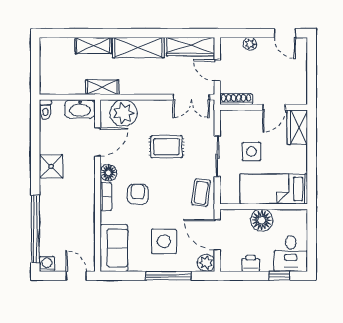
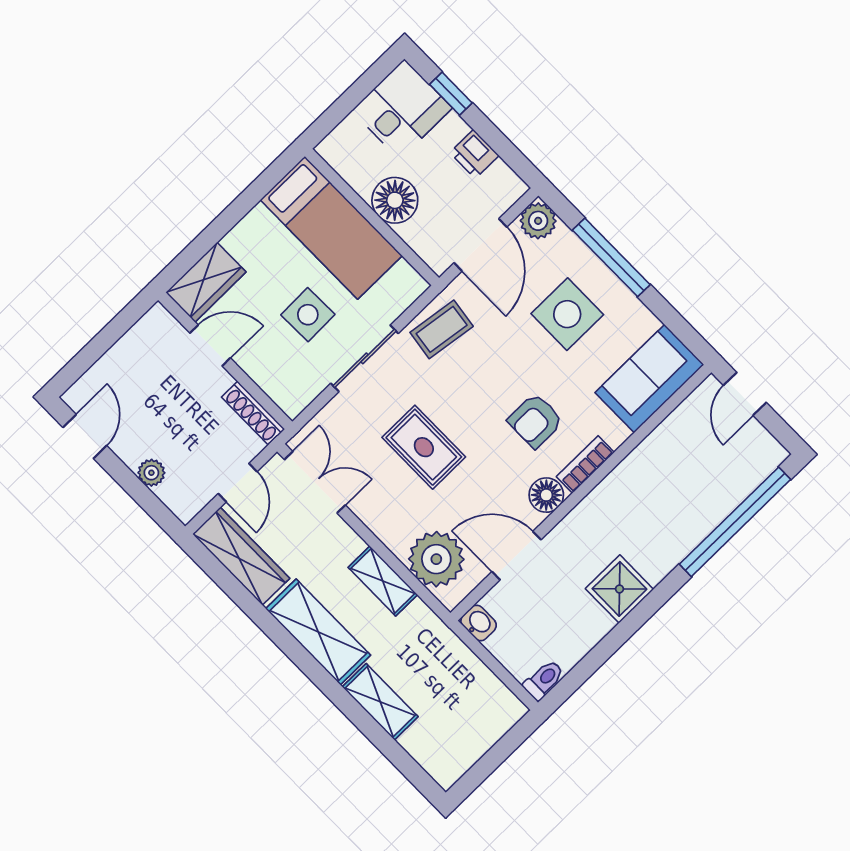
shelving: (102, 87) -> (383, 581), moved
washbasin: (80, 109) -> (479, 623), width x0.52, depth x0.69
washing machine: (47, 264) -> (770, 454), removed

